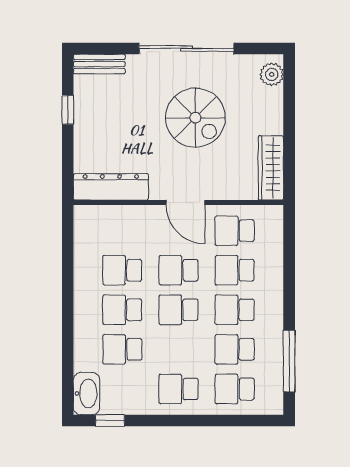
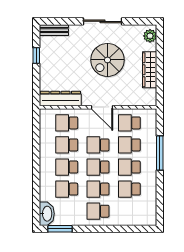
sliding door: (186, 48) -> (102, 21), width x0.73
spiral stairs: (195, 118) -> (107, 60), turned 90
wardrobe: (271, 168) -> (150, 70), moved
school desk: (122, 231) -> (67, 123), added
window: (289, 361) -> (160, 153), moved
school desk: (235, 389) -> (98, 189), moved
window: (110, 420) -> (60, 229), width x1.50

